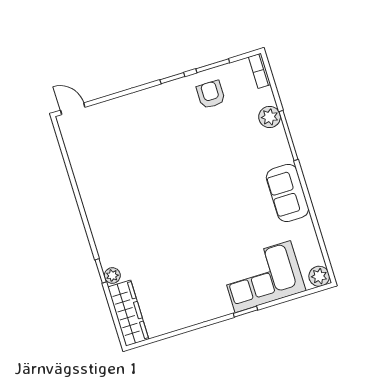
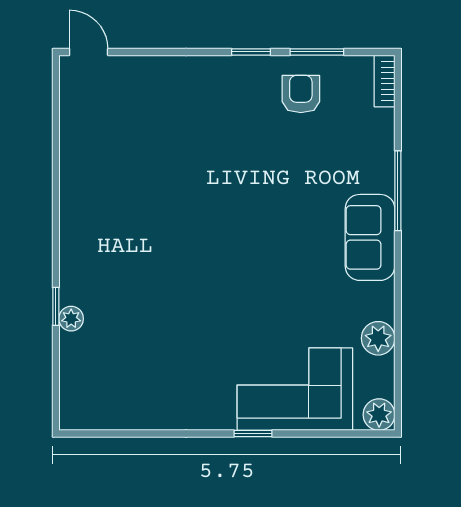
plant: (270, 117) -> (378, 338), moved
sofa: (287, 193) -> (370, 237), moved
wardrobe: (128, 313) -> (78, 382), removed

